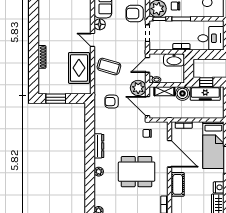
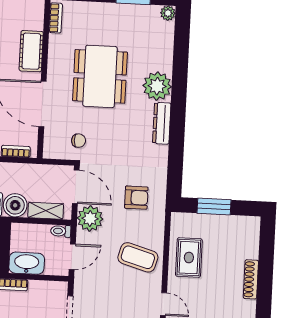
rug: (79, 68) -> (189, 258), width x0.73, depth x0.70
window: (56, 99) -> (214, 207), moved
plant: (99, 172) -> (157, 86), width x1.88, depth x1.88
dining table: (137, 172) -> (100, 76), turned 90

